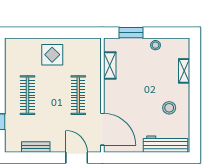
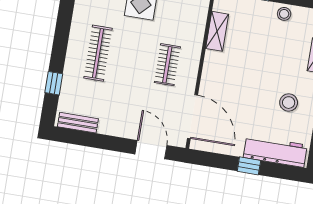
clothes rail: (78, 95) -> (167, 65), width x0.73
bench: (36, 147) -> (78, 123), moved
window: (148, 158) -> (249, 166), added

